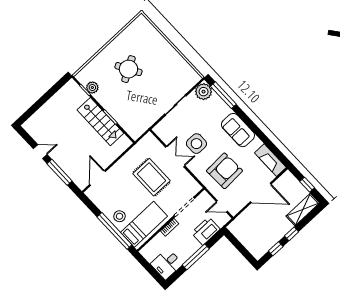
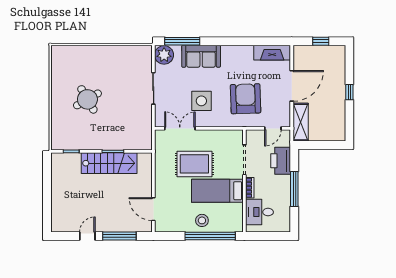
plant: (92, 87) -> (75, 143), removed
sofa: (238, 130) -> (201, 56), moved
double door: (175, 156) -> (180, 128), moved
shelving: (303, 210) -> (301, 122), moved
bed: (144, 224) -> (217, 191), moved, turned -90
window: (276, 249) -> (349, 117), removed
desk: (167, 264) -> (259, 212), moved, turned 90

